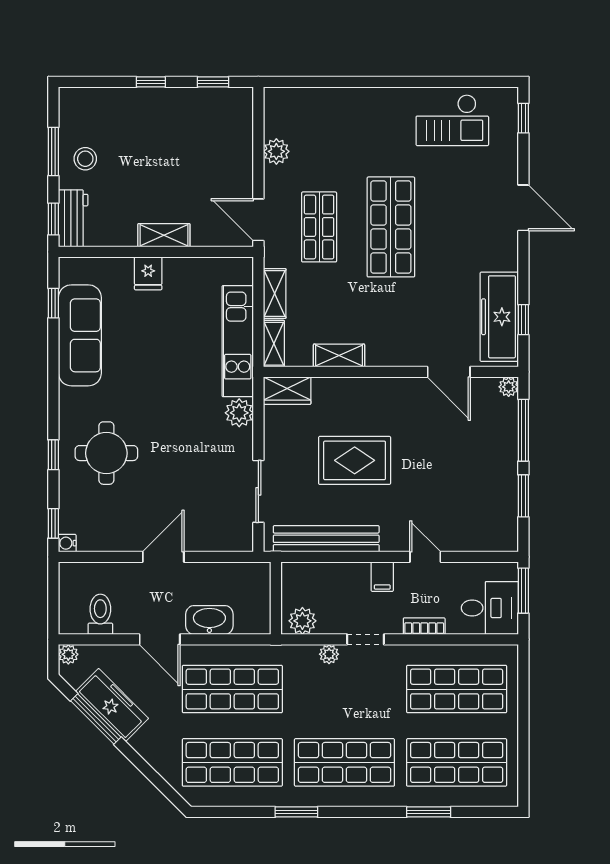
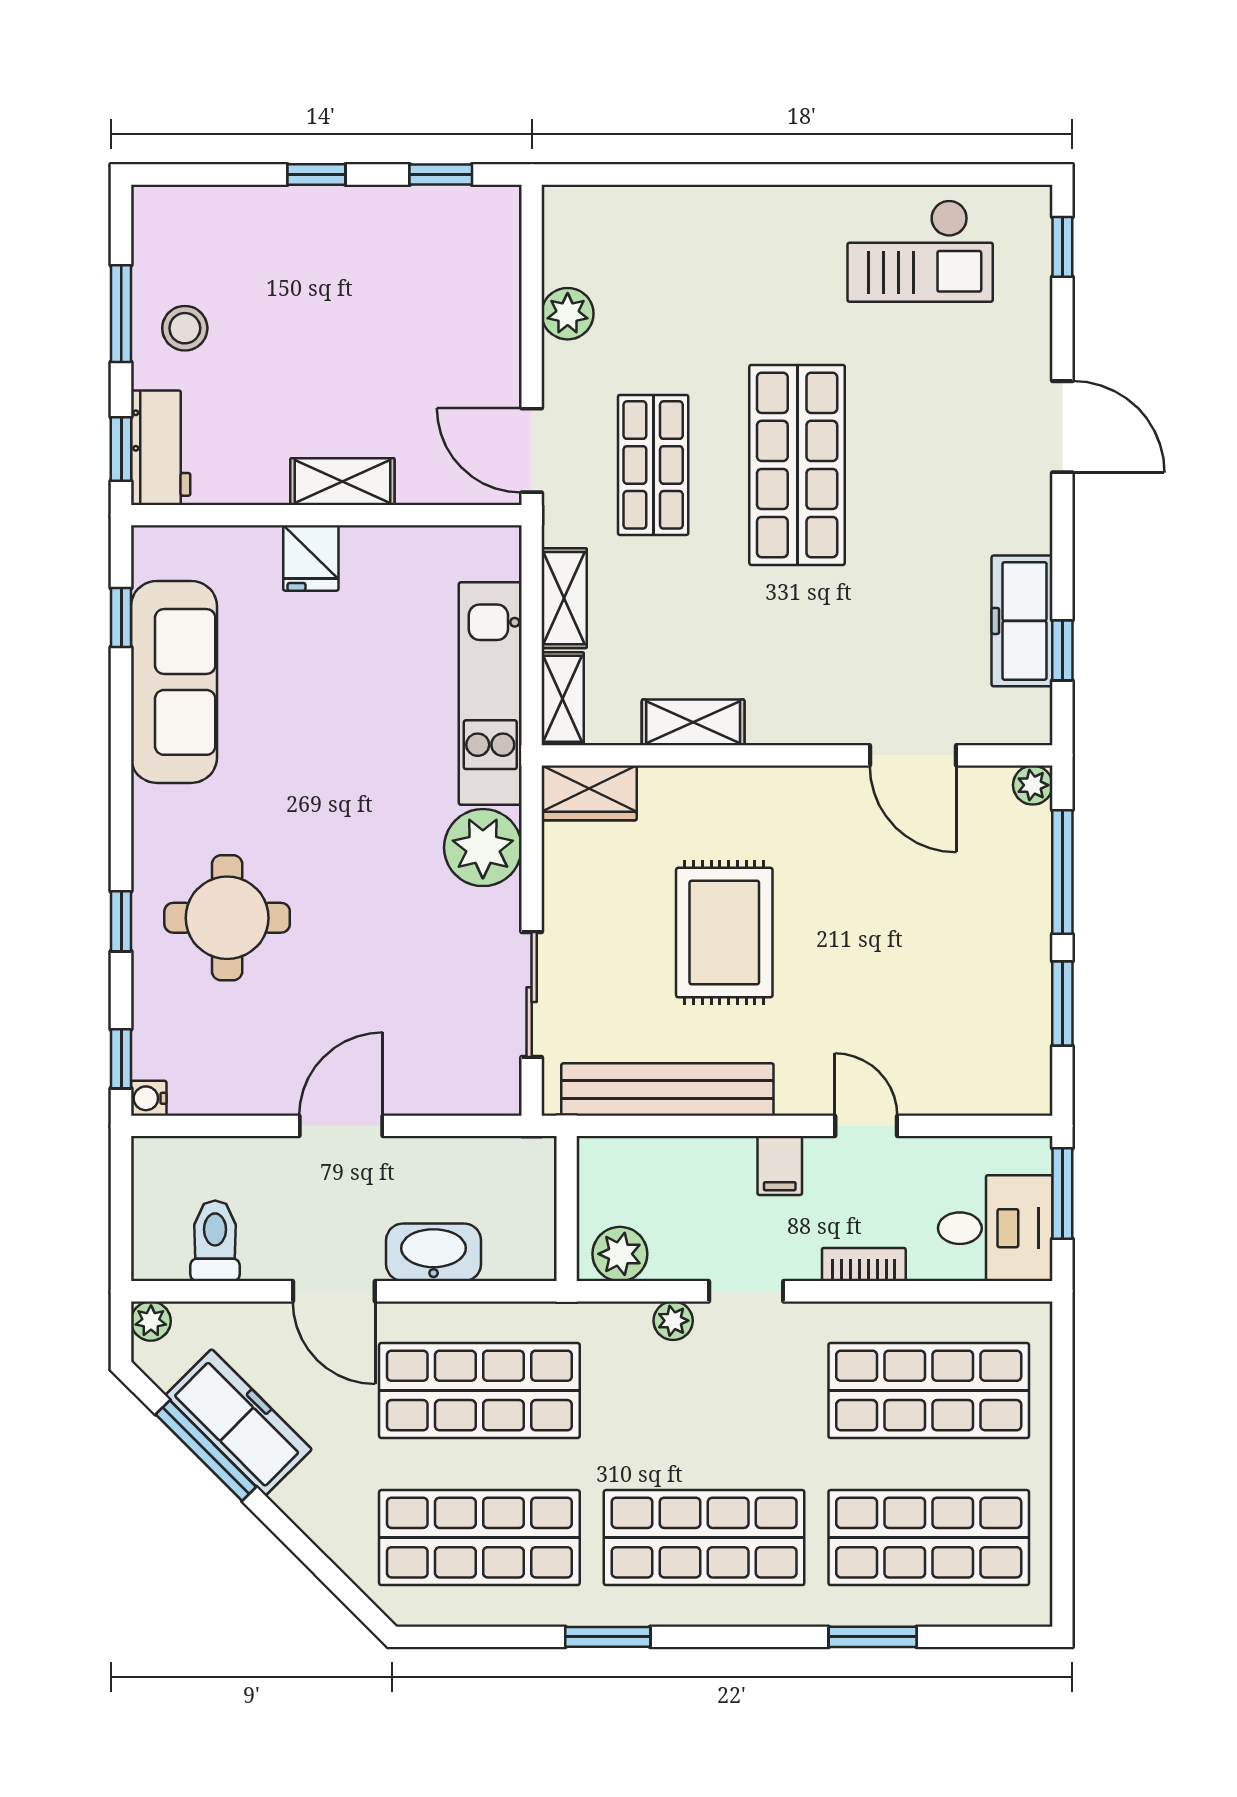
freezer: (499, 317) -> (1022, 621), width x0.73, depth x0.79
plant: (239, 413) -> (483, 848), width x1.36, depth x1.36
rug: (355, 460) -> (724, 933), turned 90

